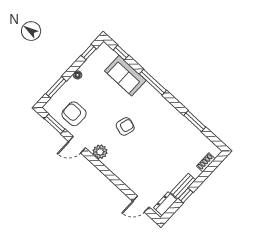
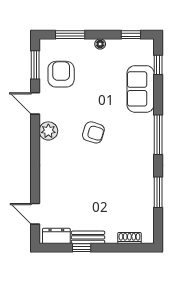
window: (153, 82) -> (158, 135), moved

